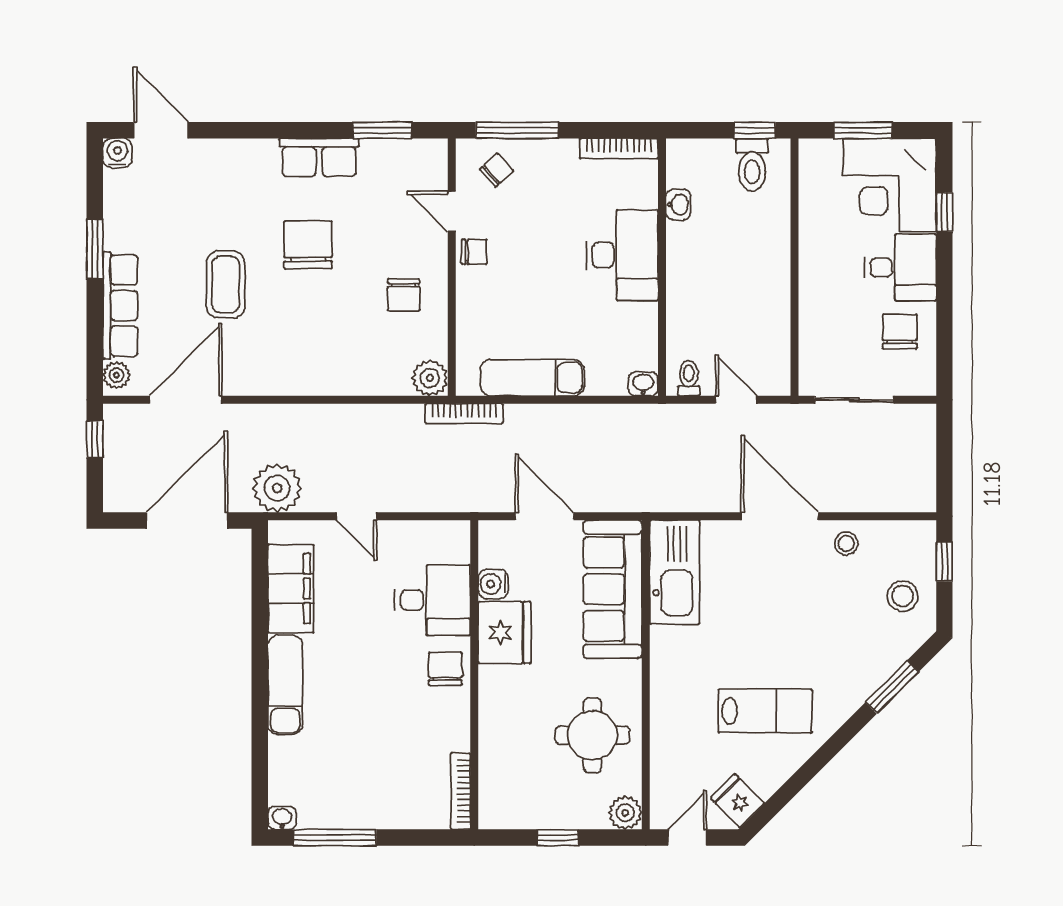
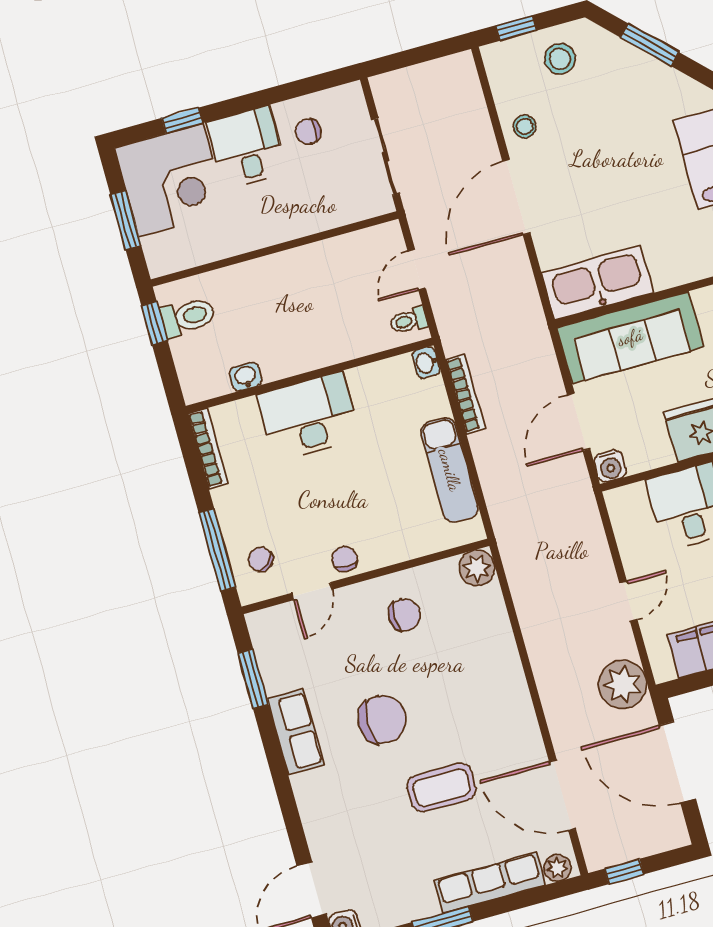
chair: (308, 245) -> (382, 720), turned 180
chair: (900, 331) -> (308, 132), width x0.73, depth x0.73
bookcase: (464, 414) -> (465, 394), moved
water cooler: (493, 584) -> (610, 466), moved

